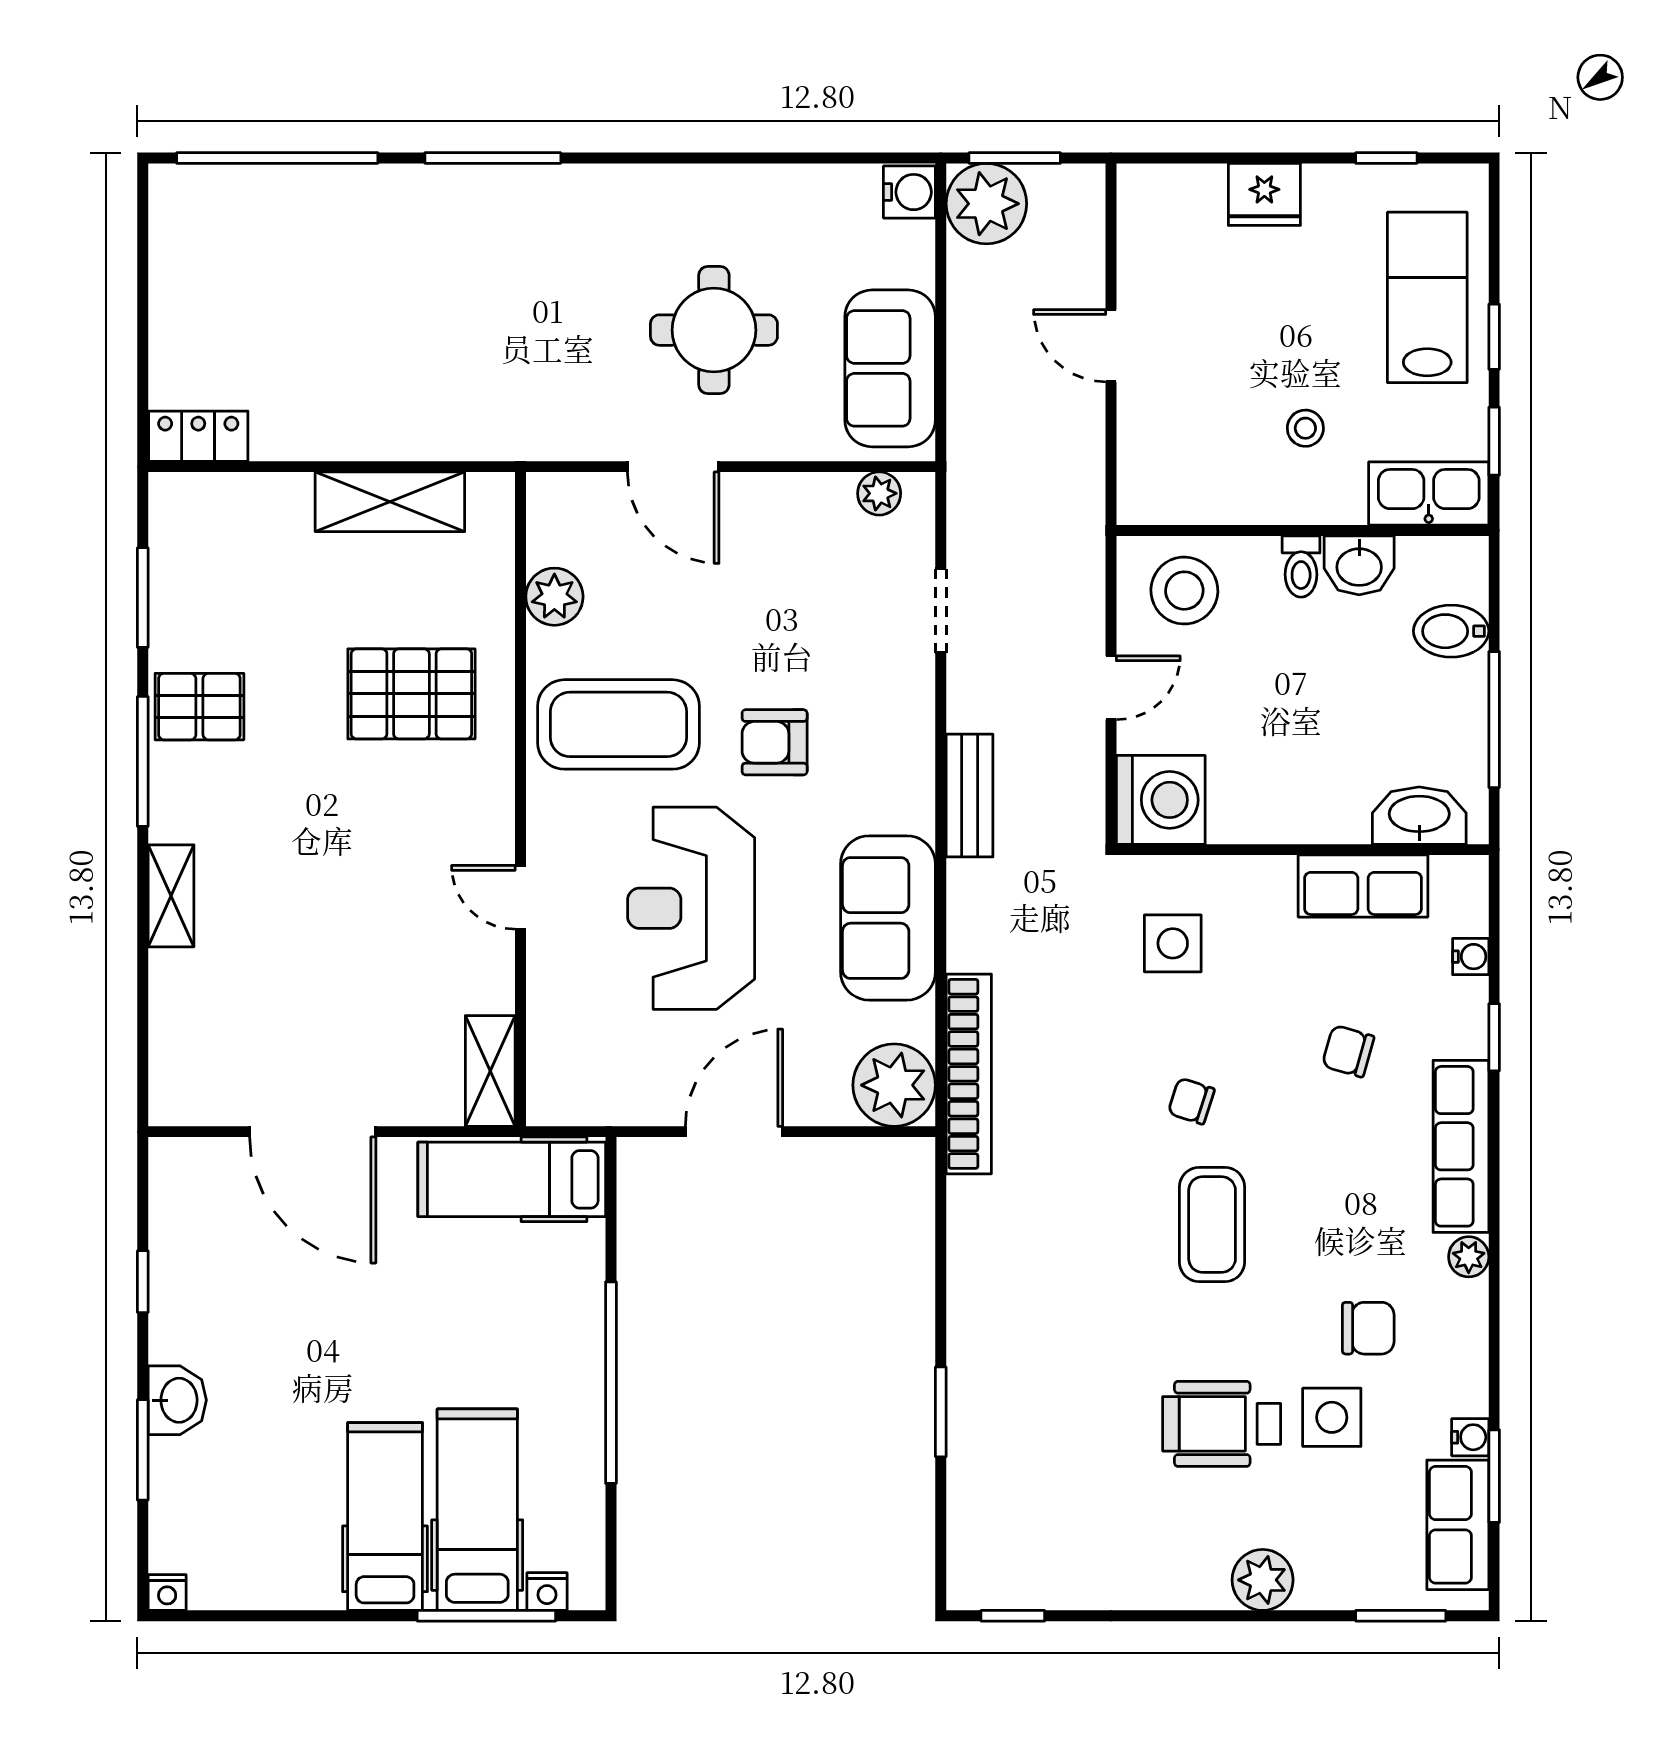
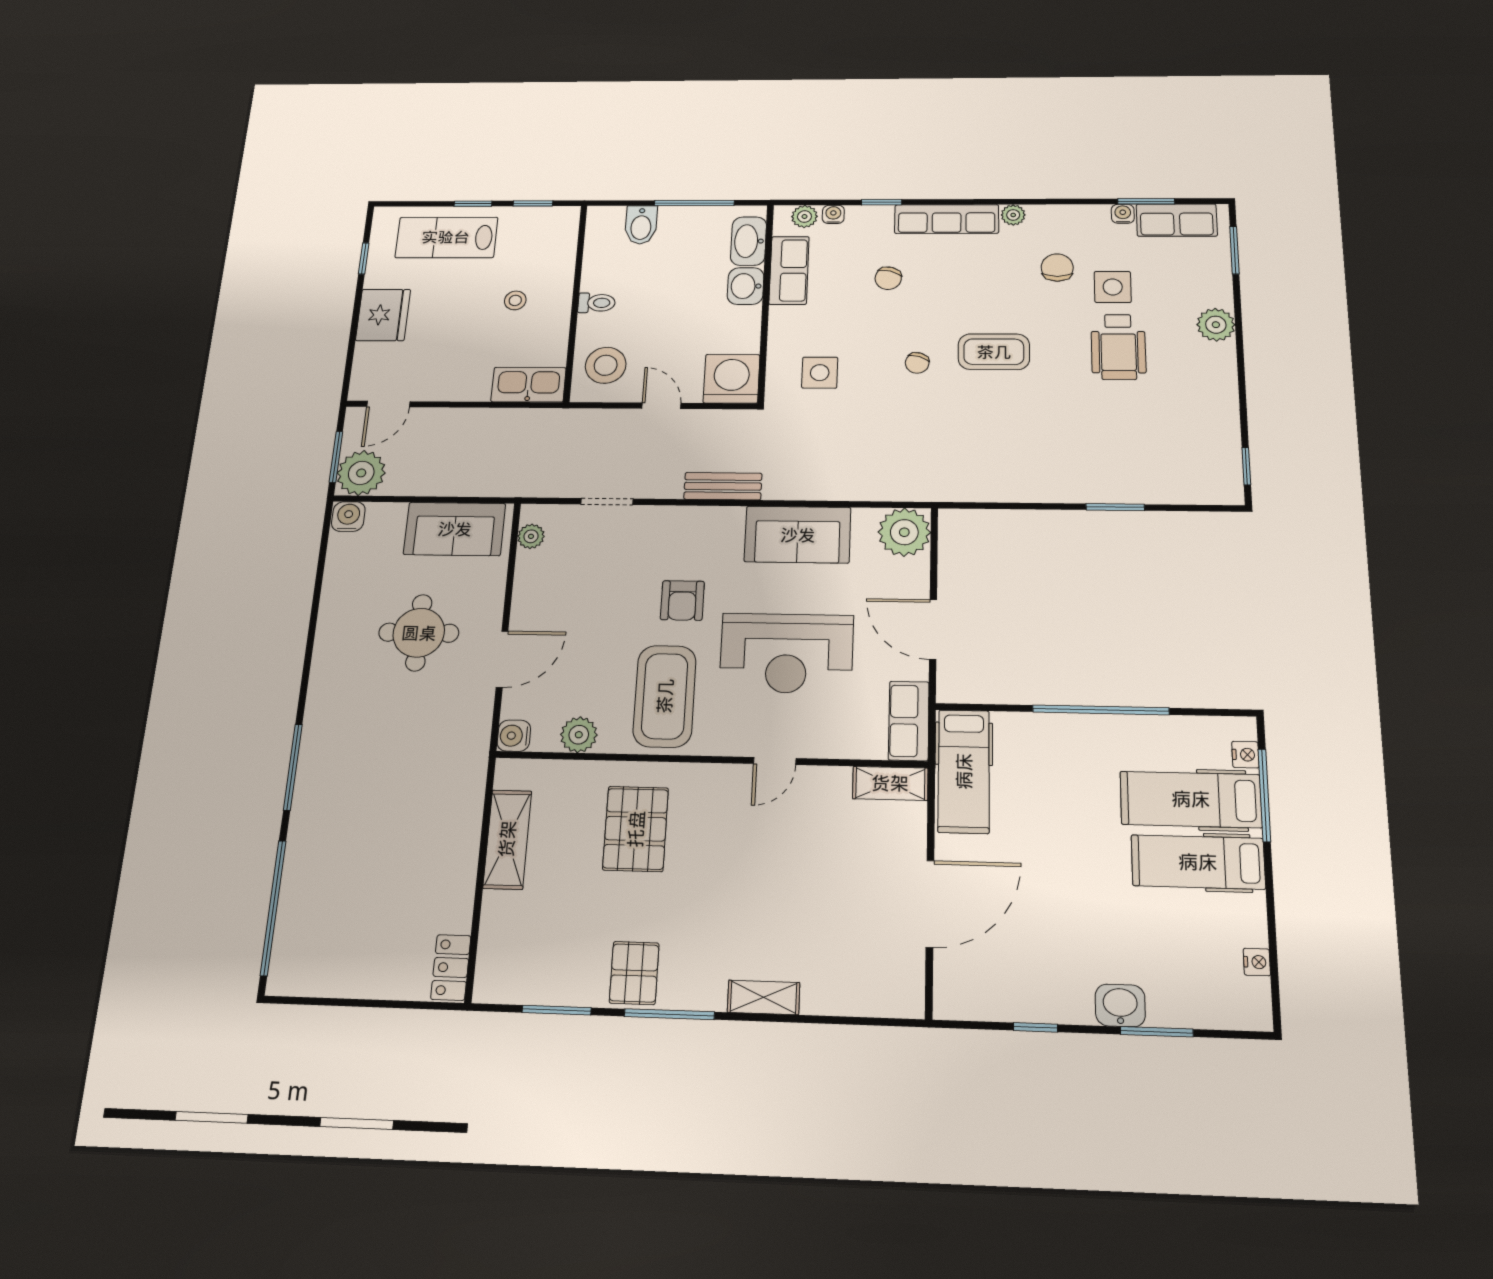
fridge: (1264, 194) -> (383, 315), width x1.36, depth x1.34
door: (1111, 346) -> (388, 404), moved
kitchen sink: (1429, 493) -> (529, 385), moved, turned 90
water cooler: (551, 497) -> (514, 736), added
washbasin: (1359, 565) -> (746, 286), moved, turned 180
plant: (1467, 908) -> (804, 217), added
bookcase: (969, 1074) -> (898, 488), removed
row of seats: (588, 1097) -> (909, 721), added
nightstand: (167, 1593) -> (1257, 962), moved

